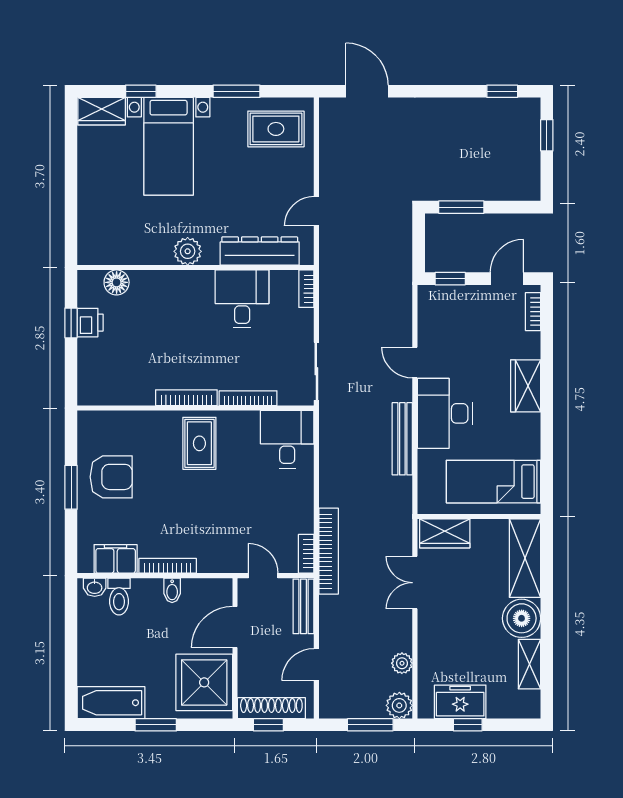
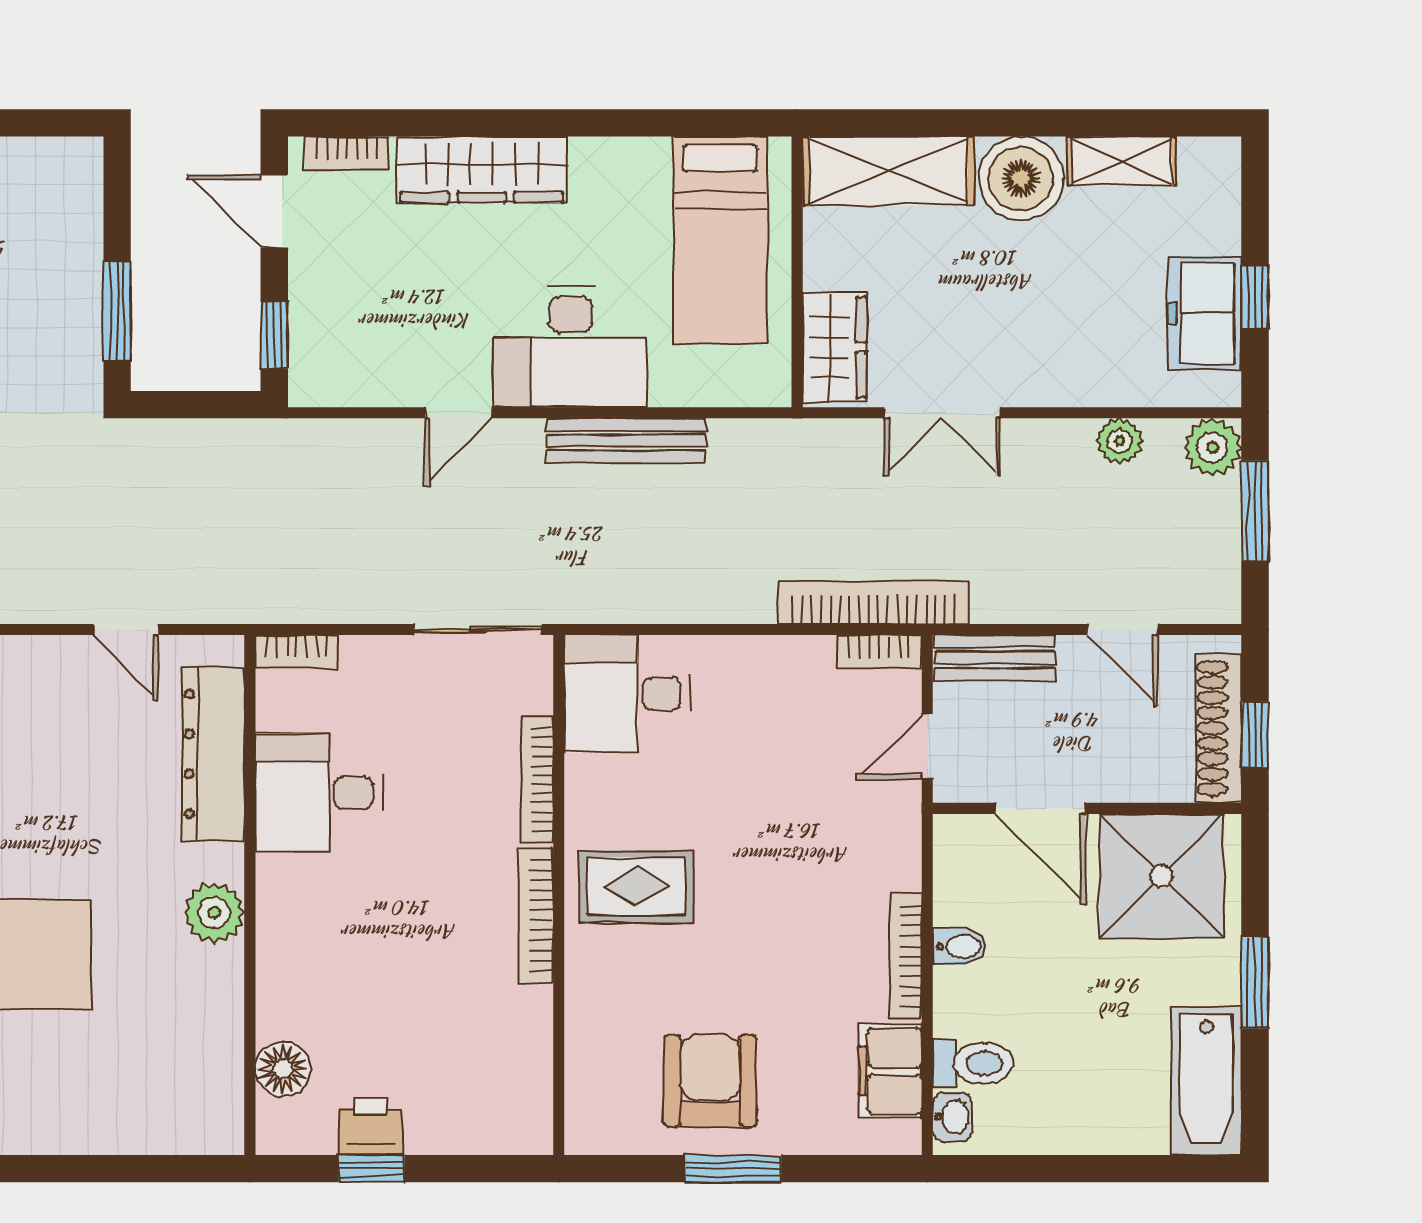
wardrobe: (526, 386) -> (482, 169), width x1.50

